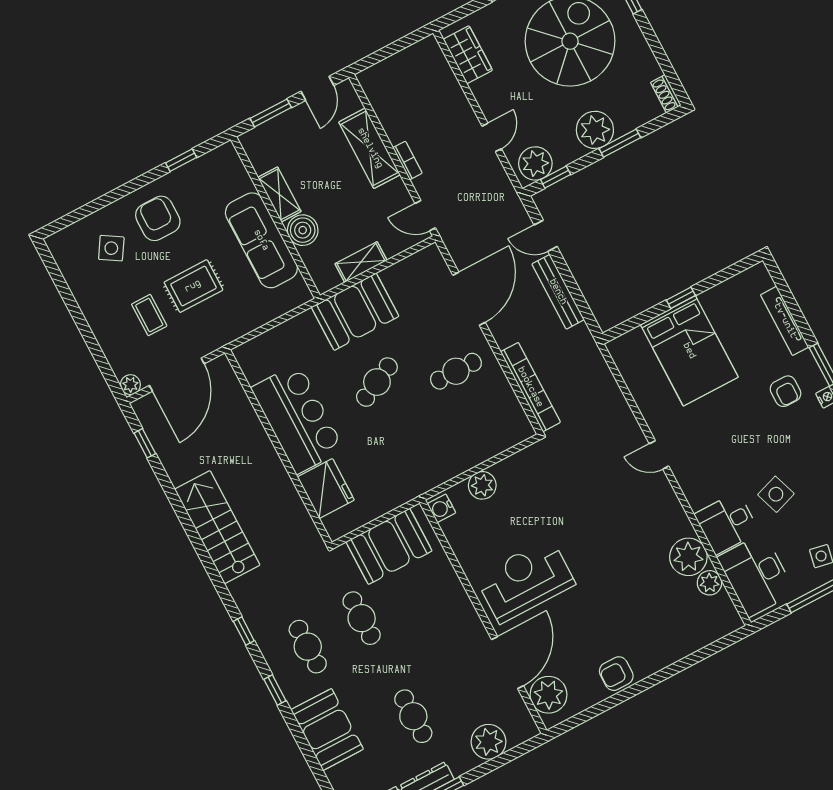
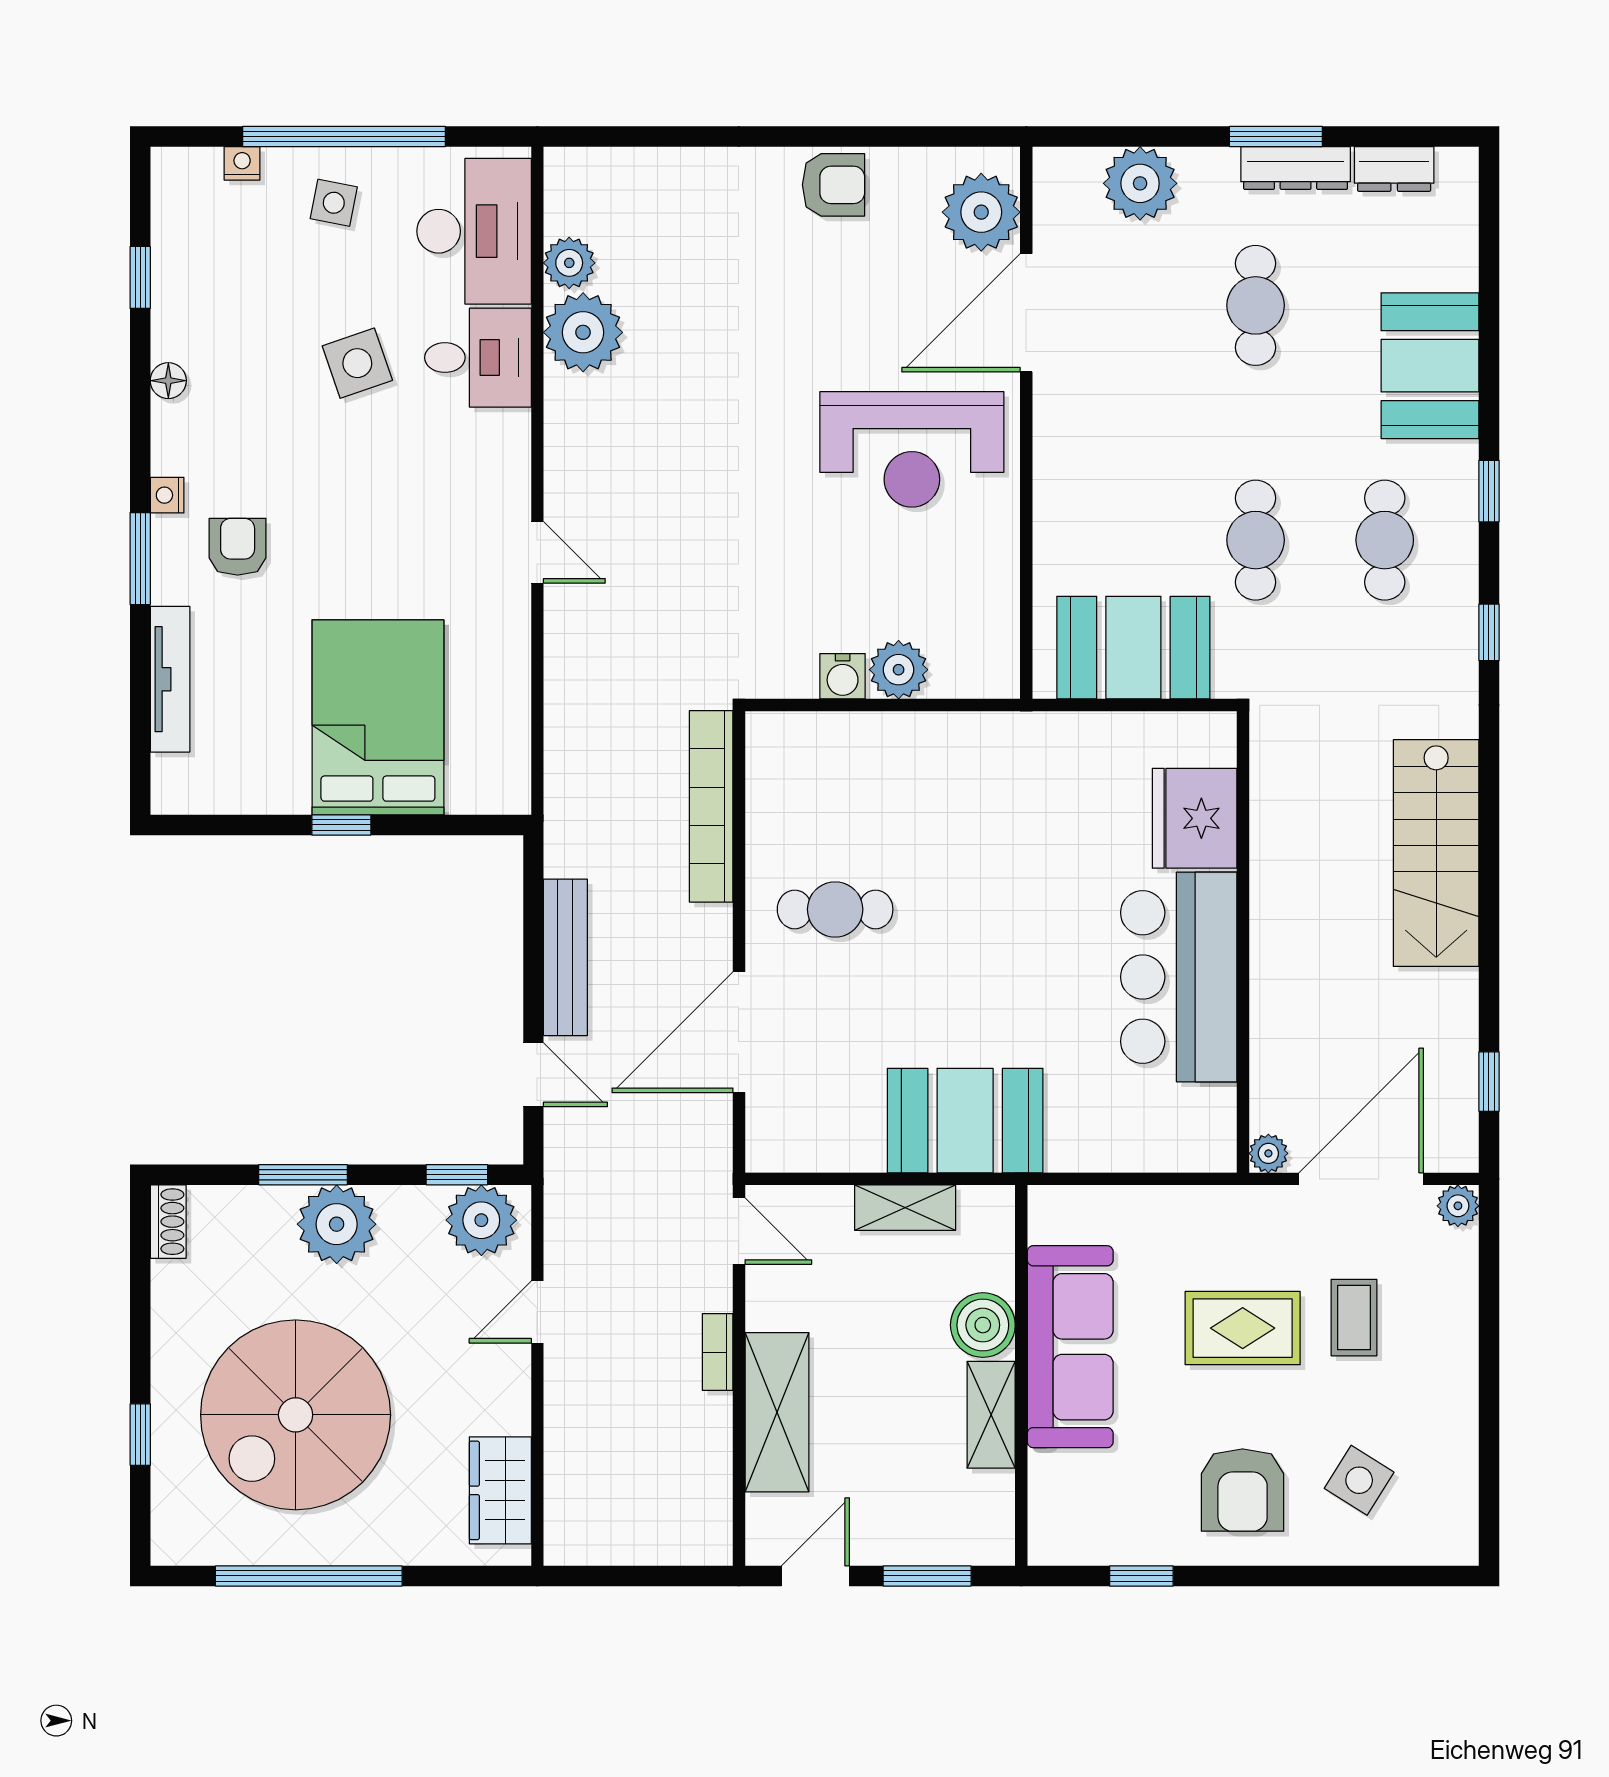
plant: (221, 365) -> (1268, 1153), added
cafe table: (377, 382) -> (994, 967), removed
water cooler: (441, 508) -> (843, 676), moved, turned 90

